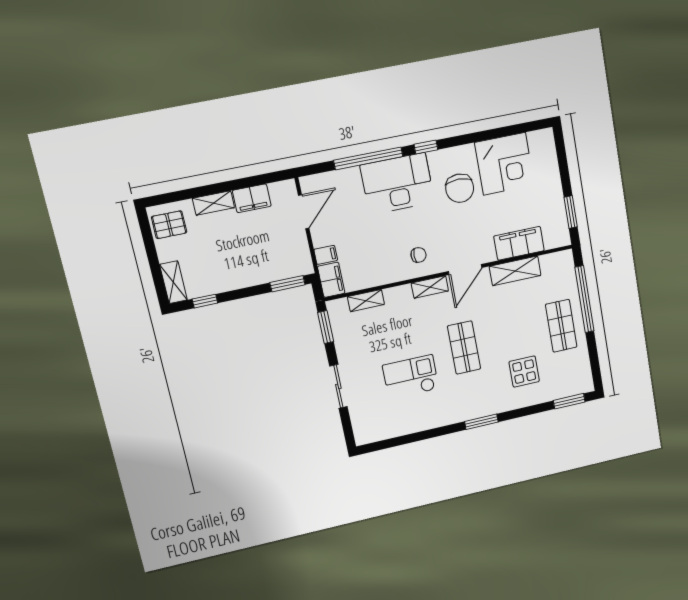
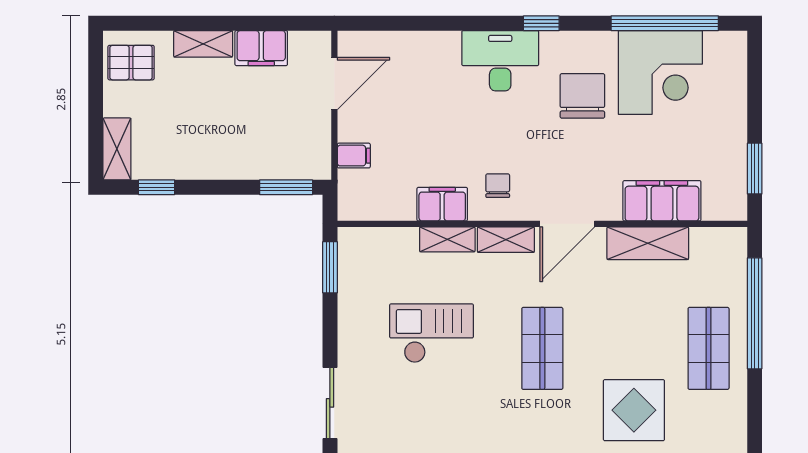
window: (368, 158) -> (665, 23), moved
desk: (397, 184) -> (500, 61), width x0.73, depth x0.77
chair: (460, 188) -> (582, 96), turned 180
chair: (419, 255) -> (498, 186), turned -90
filing cabinet: (331, 280) -> (442, 204), moved, turned -90
shelving: (366, 301) -> (447, 239), moved
display table: (524, 372) -> (634, 410), width x1.36, depth x1.36
checkout: (411, 377) -> (431, 333), moved
sliding door: (338, 386) -> (330, 403), moved

